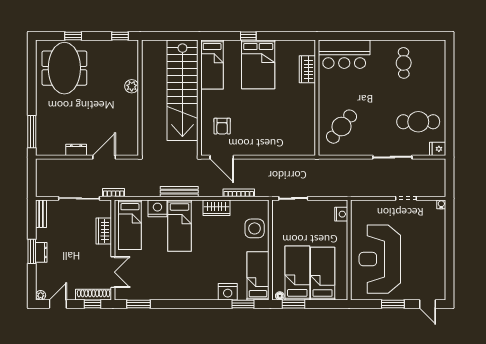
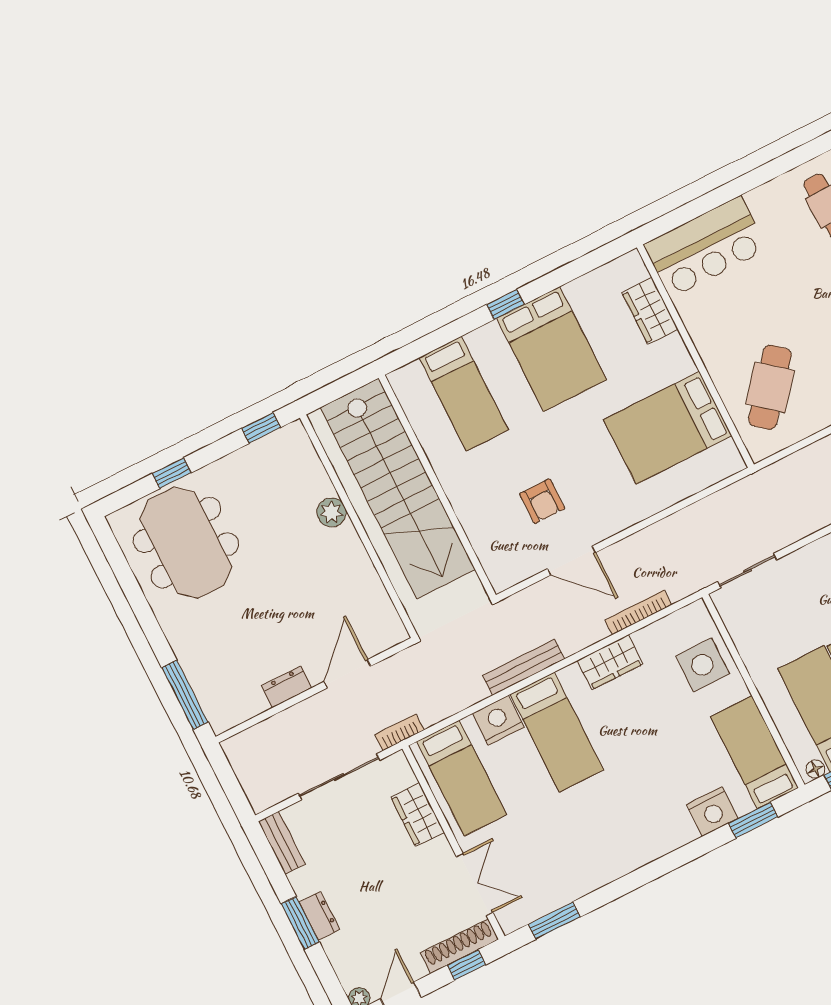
stairs: (182, 90) -> (398, 488), moved
wall: (199, 98) -> (437, 486), moved
bed: (290, 122) -> (668, 428), added

